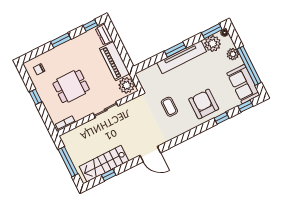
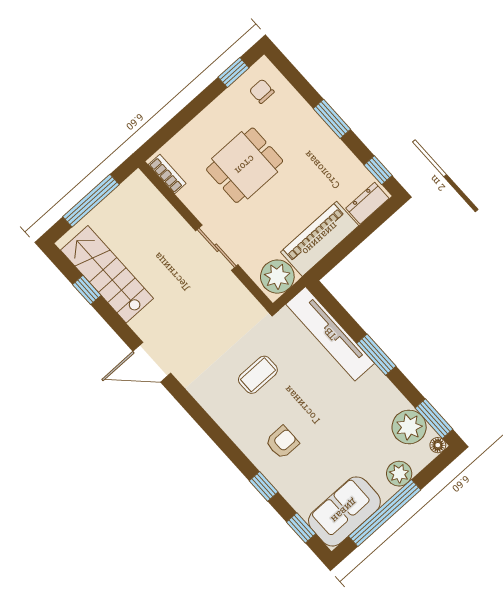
tv unit: (182, 57) -> (330, 334), moved
dining table: (71, 86) -> (245, 165), turned 90
window: (35, 97) -> (234, 72), moved
armchair: (204, 104) -> (282, 442), width x0.53, depth x0.53
door: (150, 154) -> (152, 362), hinge flipped

